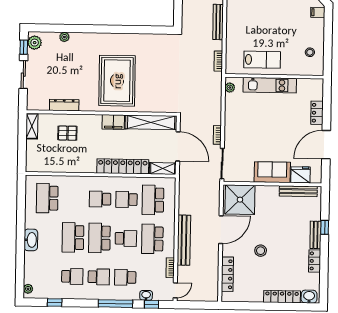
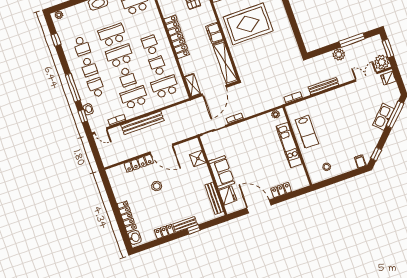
locker: (123, 166) -> (177, 37), moved
shower: (240, 200) -> (198, 158), width x0.54, depth x0.54
locker: (227, 274) -> (139, 163), moved

